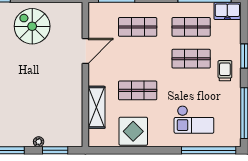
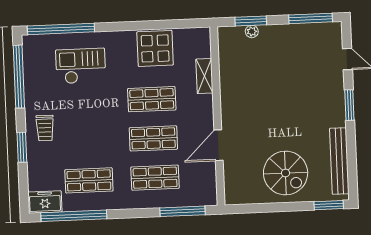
shop shelf: (191, 59) -> (153, 138), moved
shelving: (96, 107) -> (204, 76), width x0.67, depth x0.75
plant: (39, 142) -> (252, 31), moved

